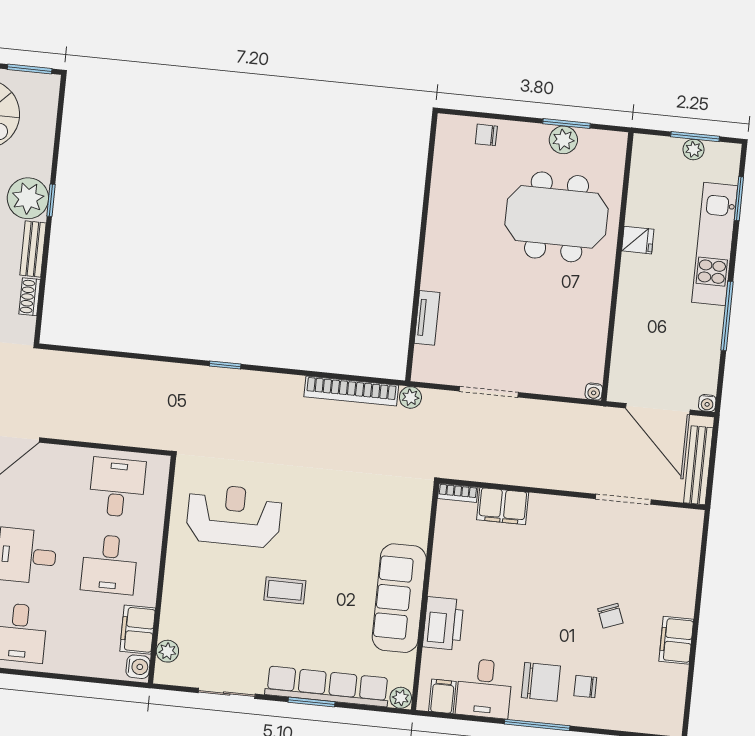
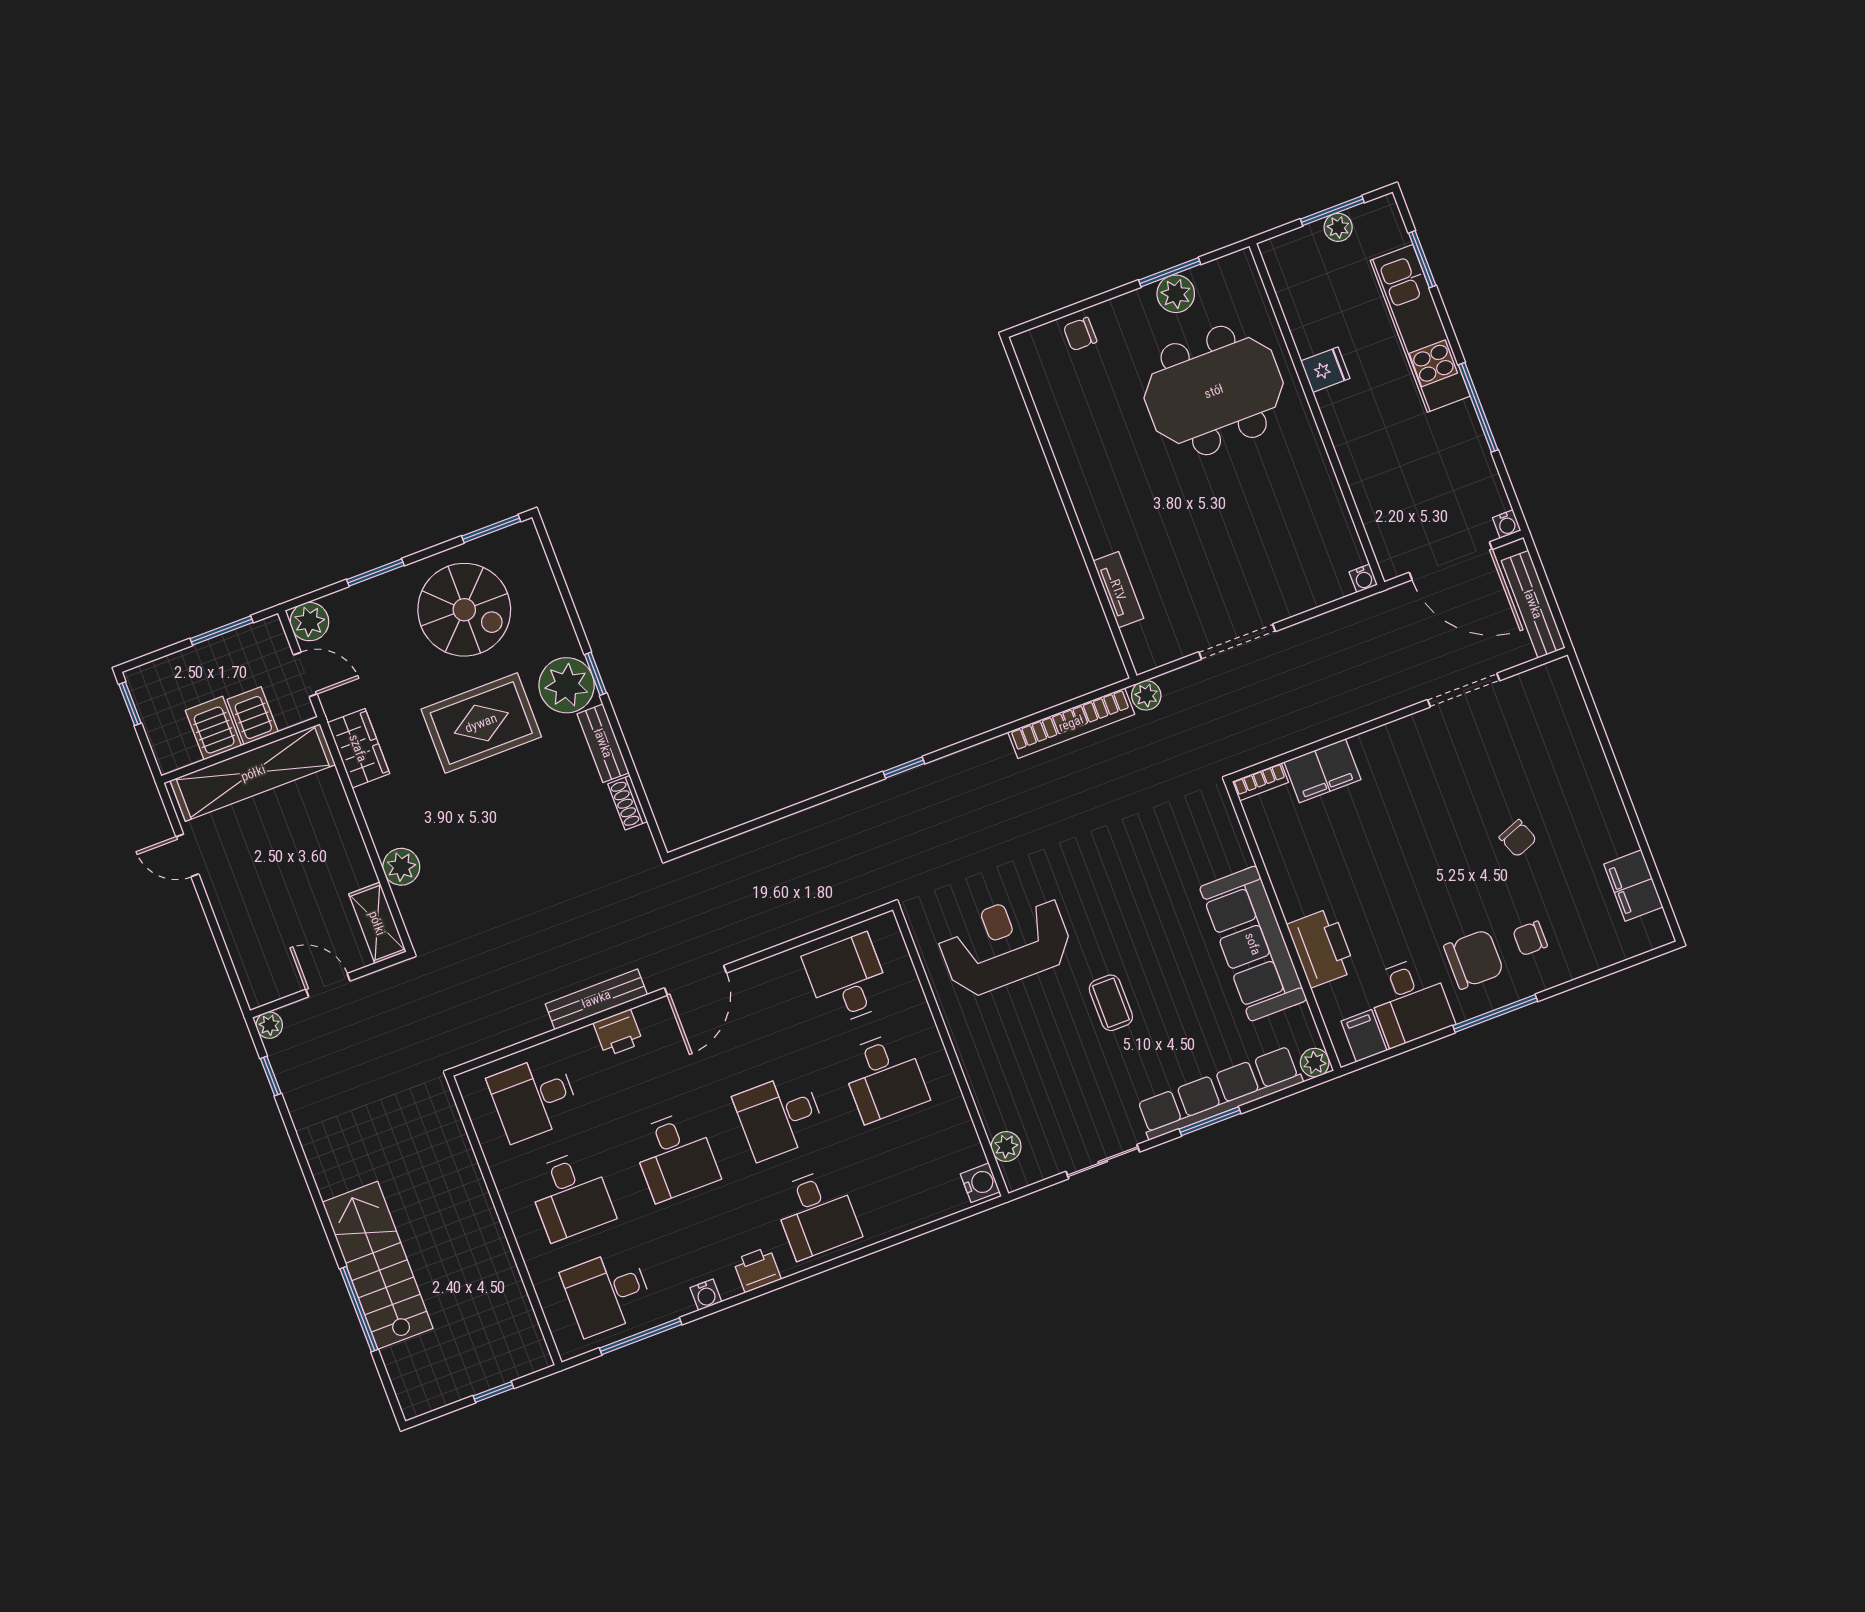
coffee table: (285, 590) -> (1111, 1003), turned 90
filing cabinet: (138, 630) -> (957, 1138), removed
filing cabinet: (676, 640) -> (1633, 885), moved

